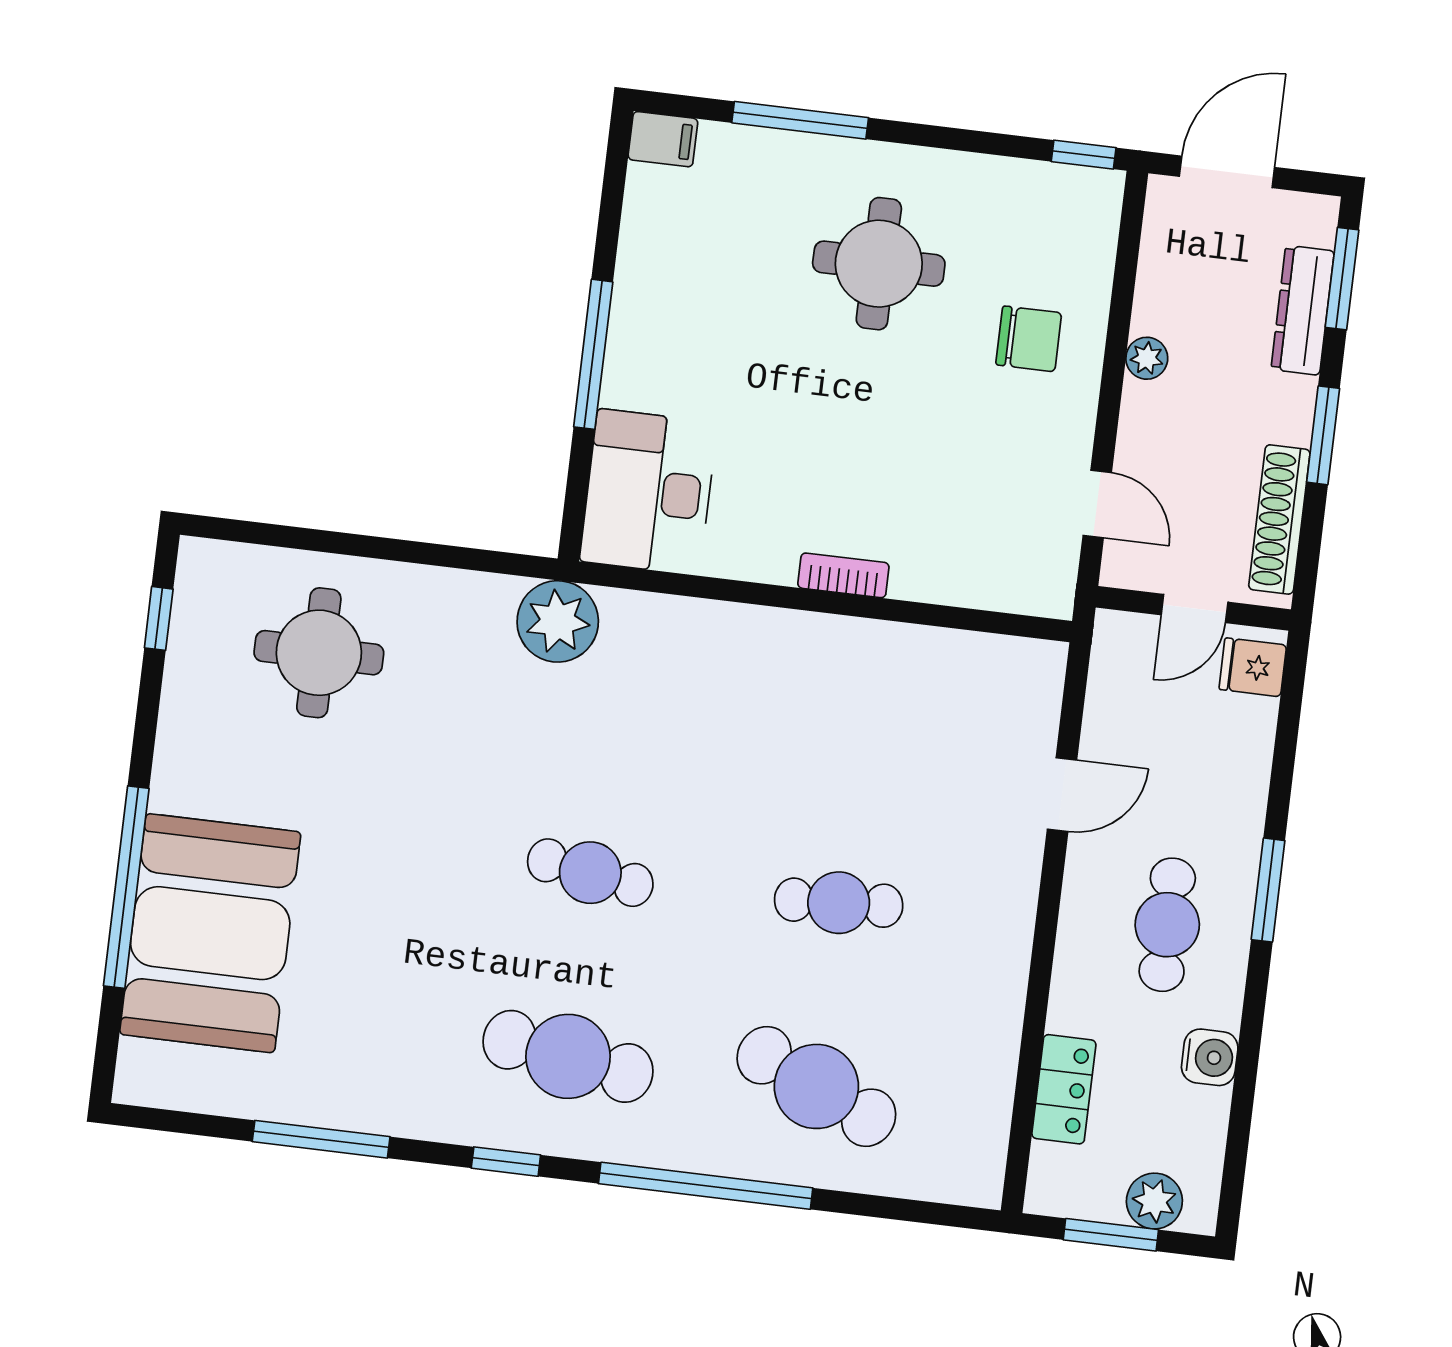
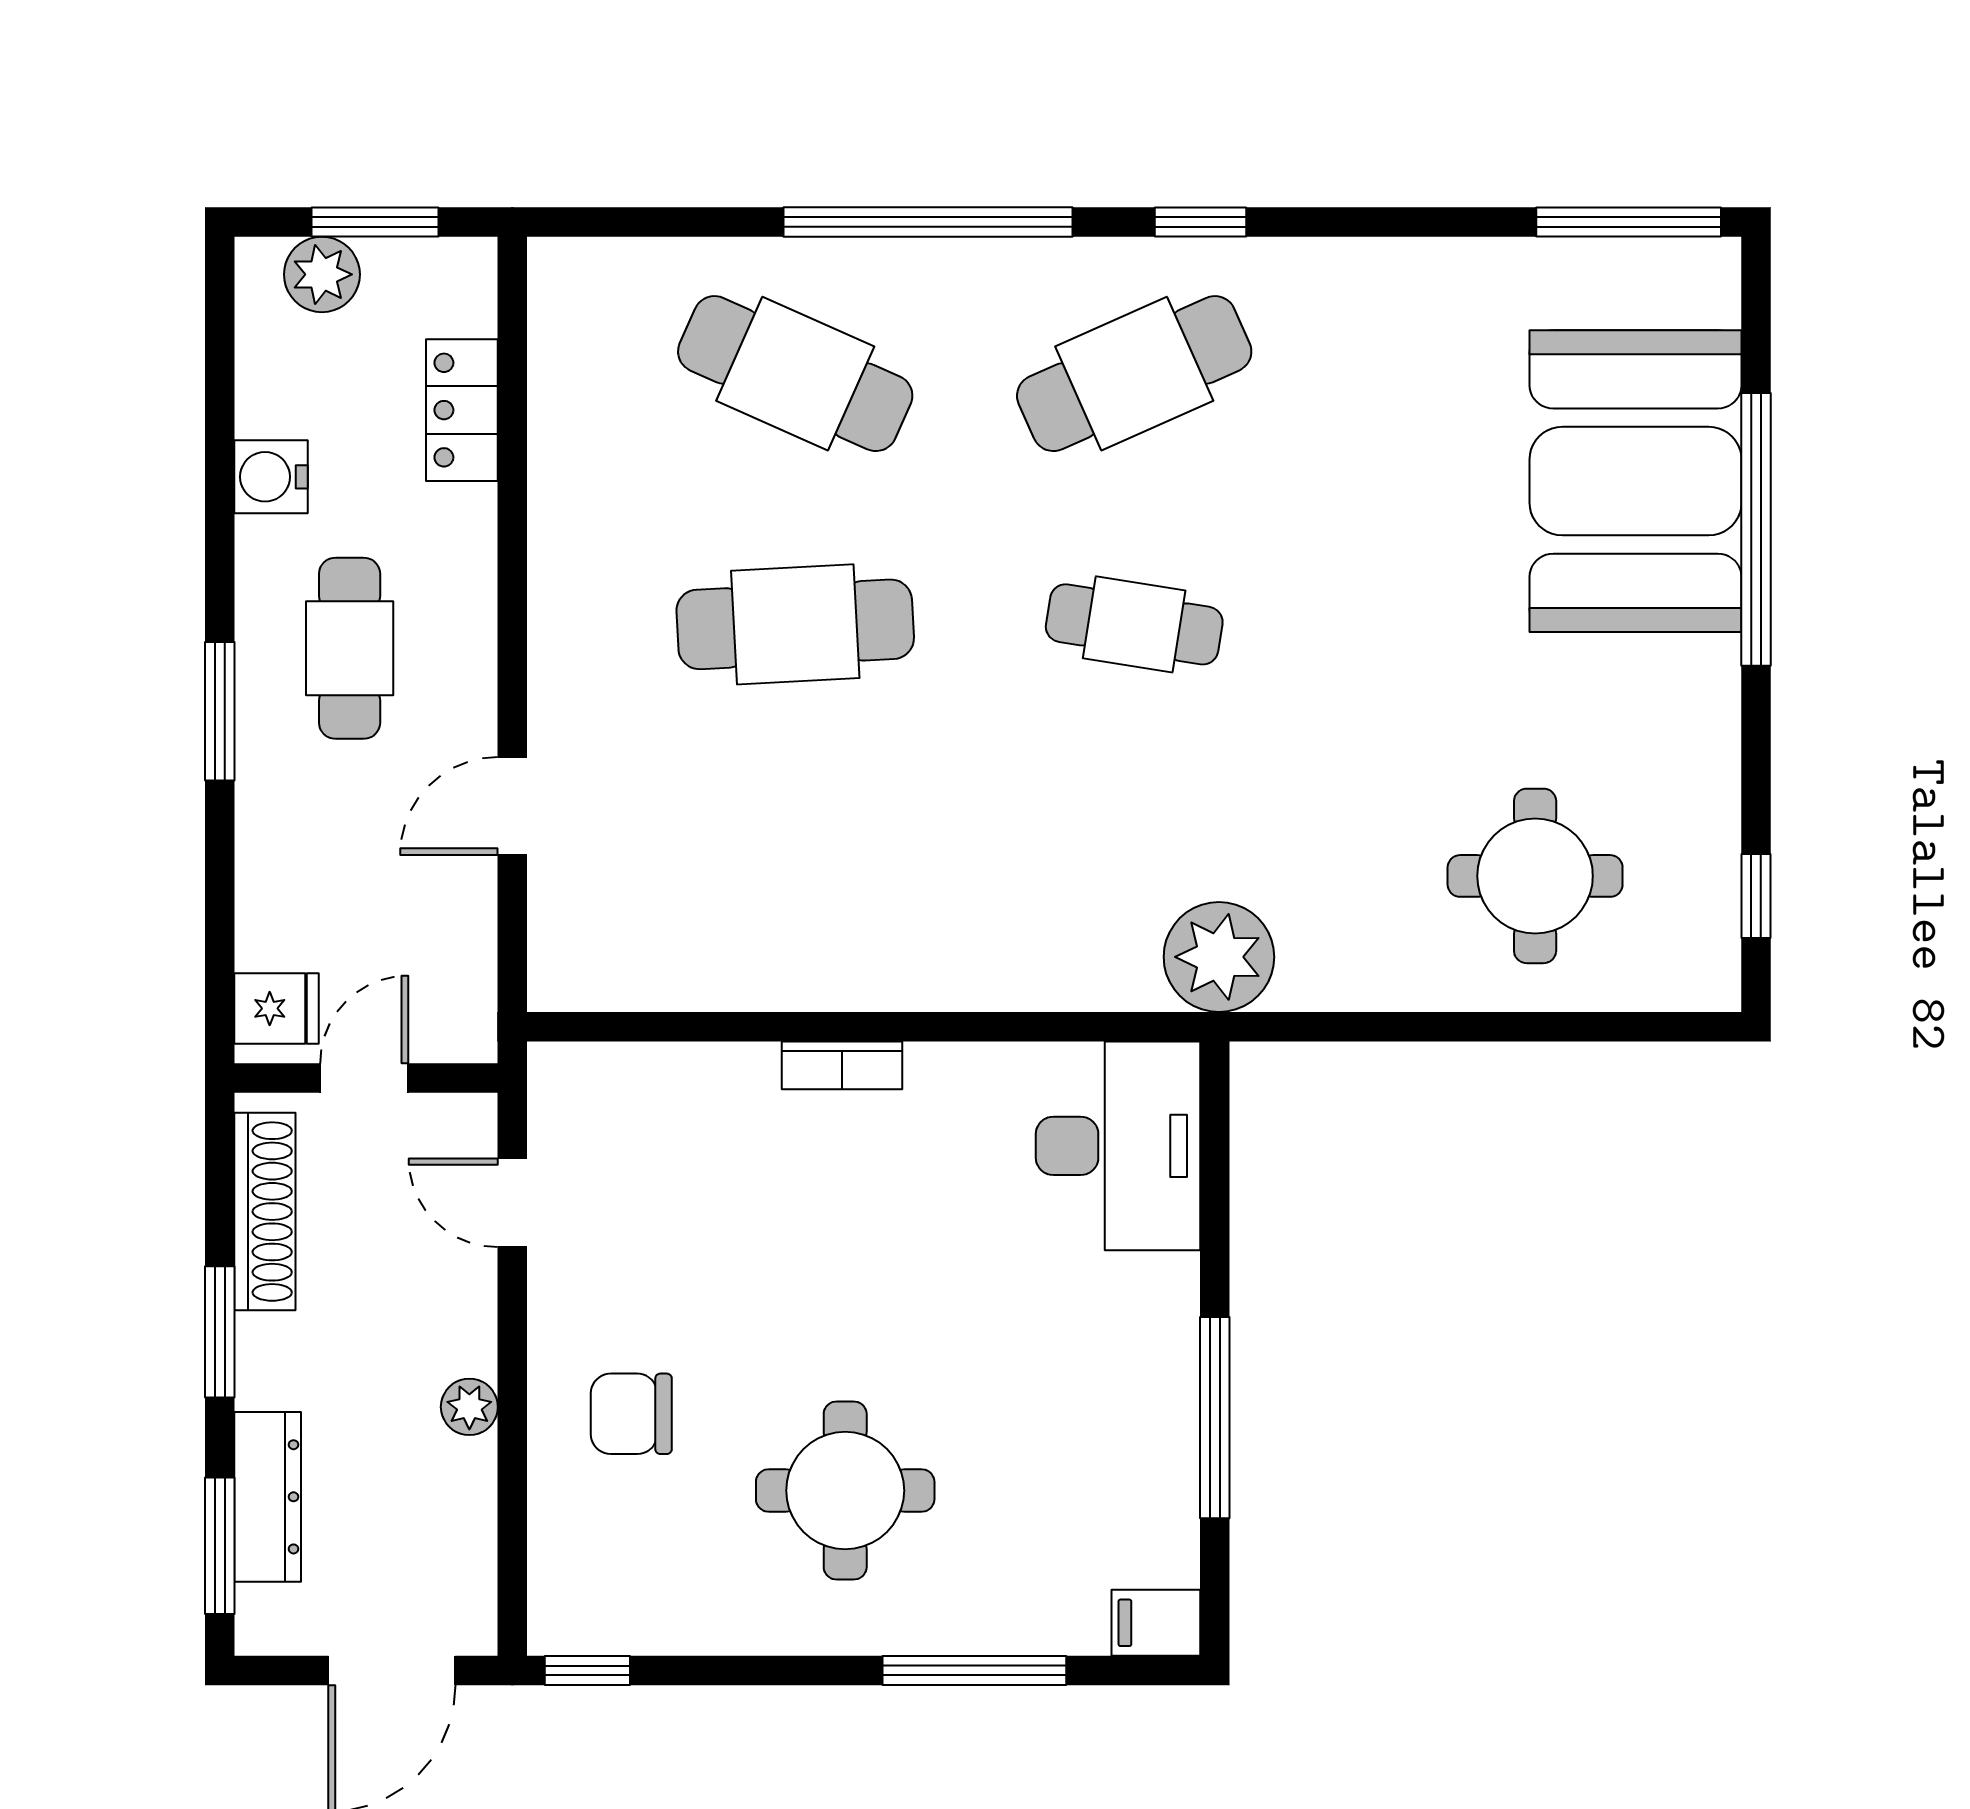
window: (593, 354) -> (1215, 1418), moved
cafe table: (839, 903) -> (795, 624), width x1.37, depth x1.35
cafe table: (568, 1056) -> (1134, 374), turned -33
window: (321, 1139) -> (1629, 222), moved

